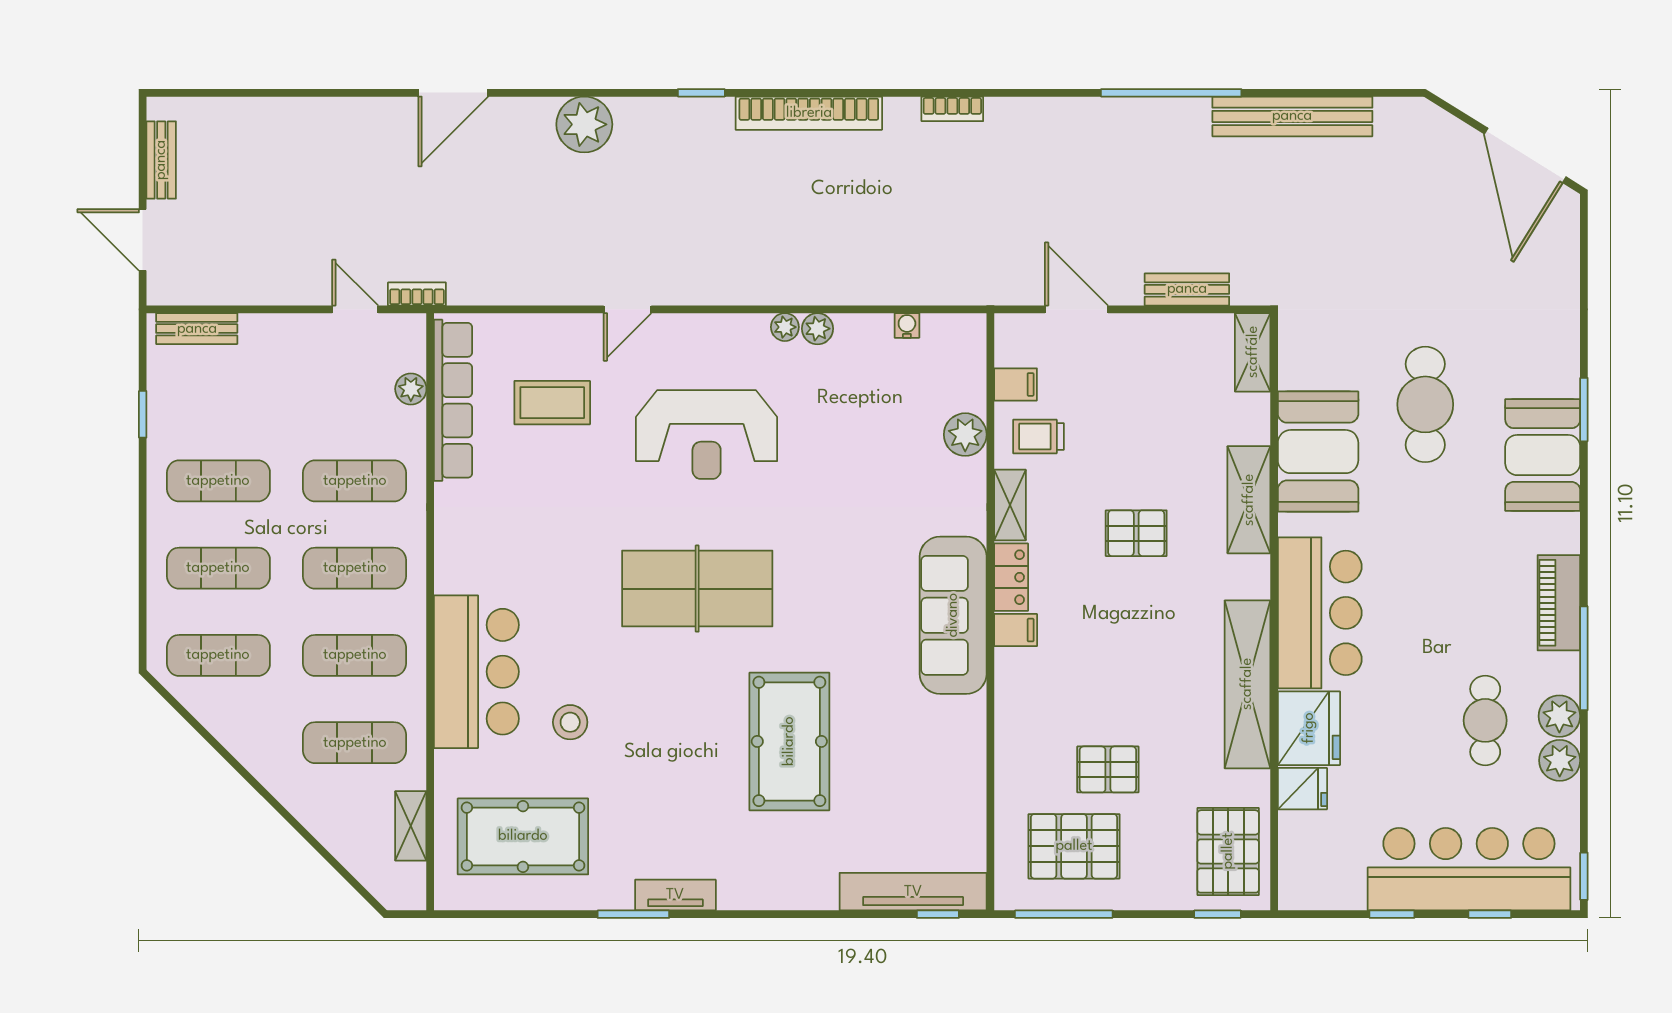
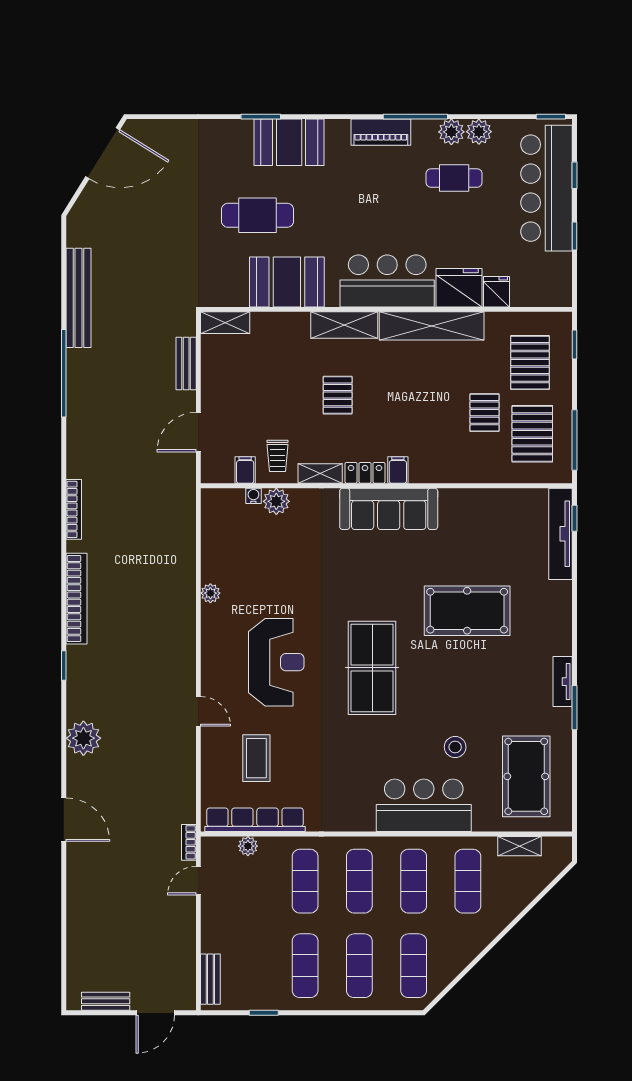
bookcase: (952, 109) -> (74, 509), width x1.56
water cooler: (907, 325) -> (253, 496), moved, turned 90
plant: (785, 327) -> (209, 613), removed
shelving: (1249, 500) -> (344, 325), moved
pallet: (1228, 851) -> (530, 363), moved, turned 90

